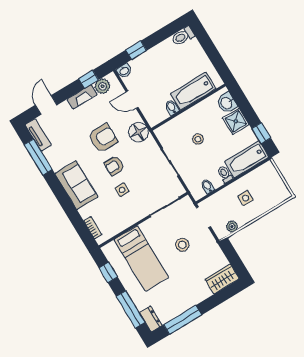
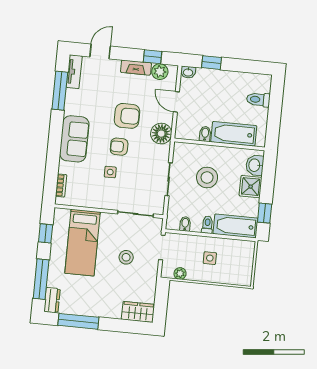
toilet: (183, 36) -> (258, 100), moved
stool: (198, 139) -> (207, 177), width x1.89, depth x1.89

